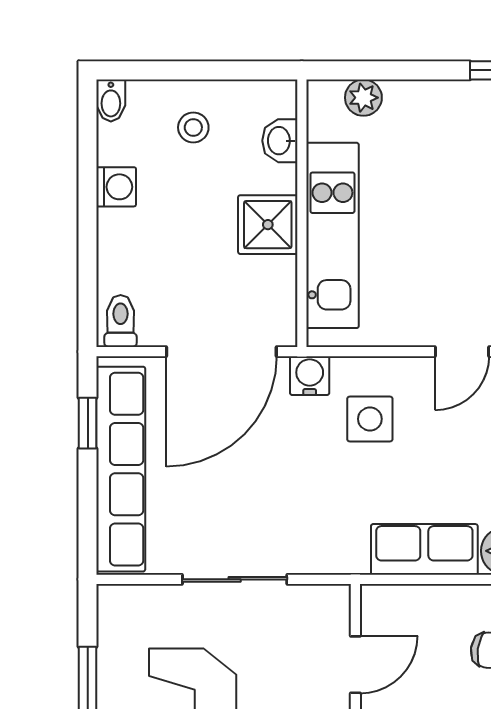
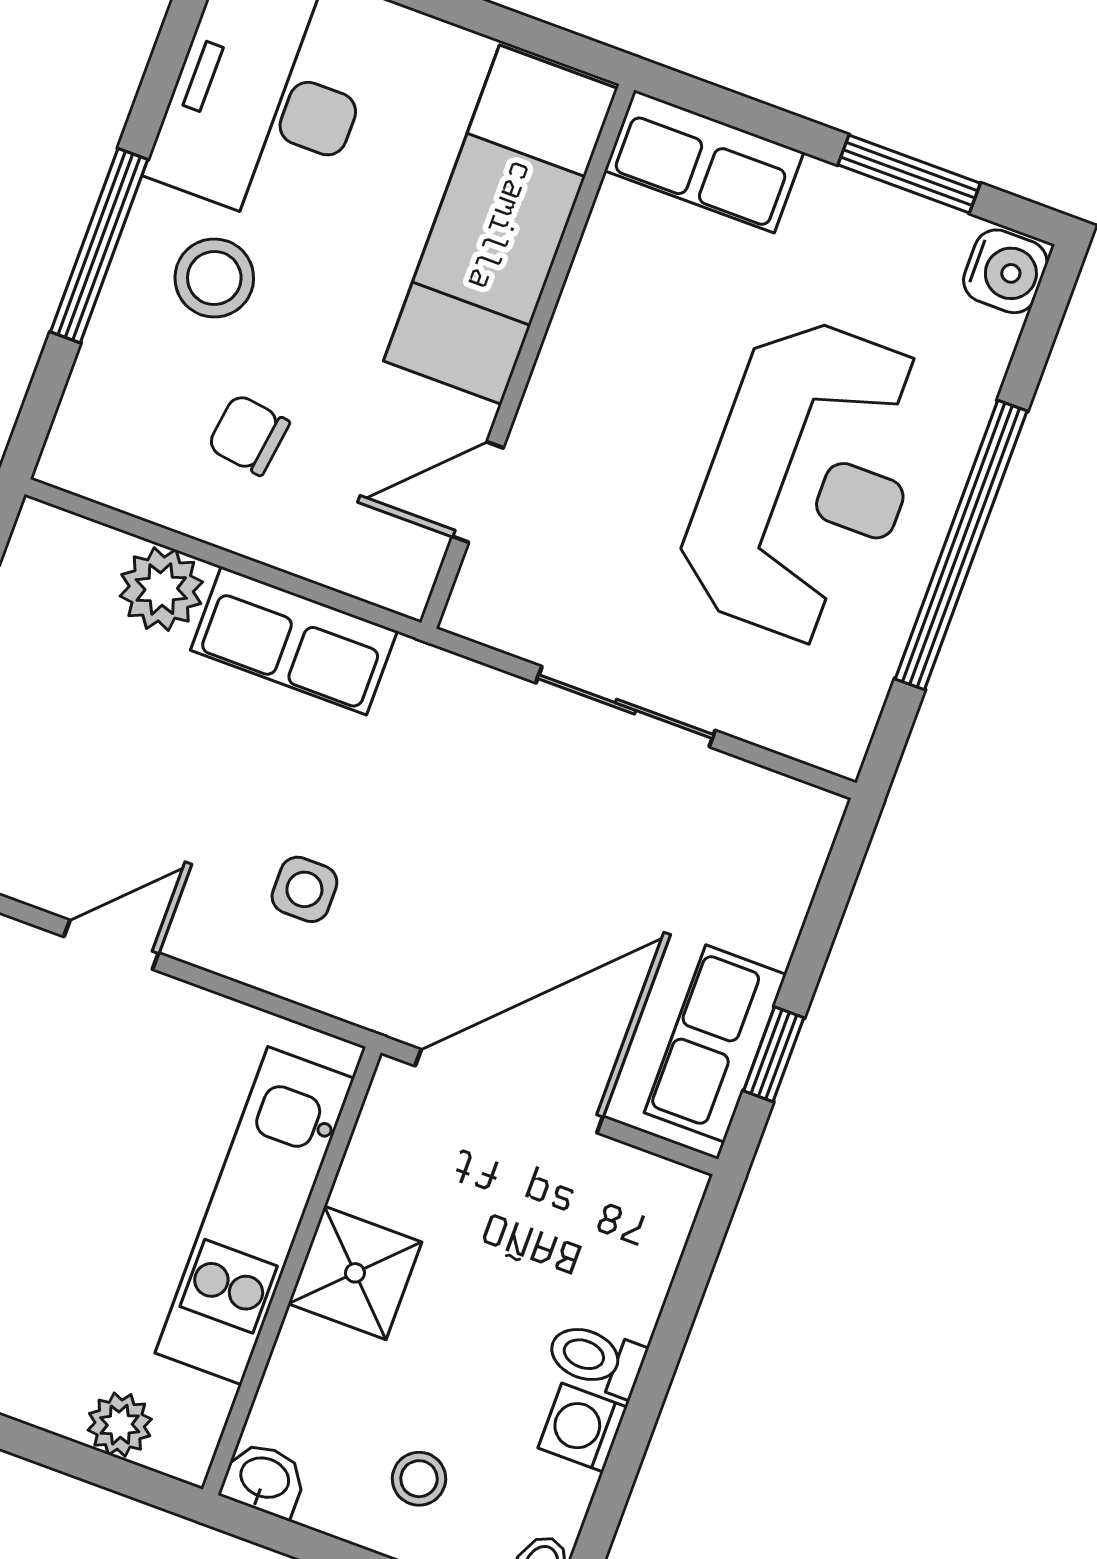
washbasin: (280, 141) -> (264, 1479), moved, turned -90
toilet: (121, 321) -> (596, 1359), moved, turned 90
water cooler: (310, 376) -> (378, 998), removed
side table: (370, 419) -> (304, 889), width x0.73, depth x0.73
row of seats: (121, 469) -> (715, 1044), width x0.50

